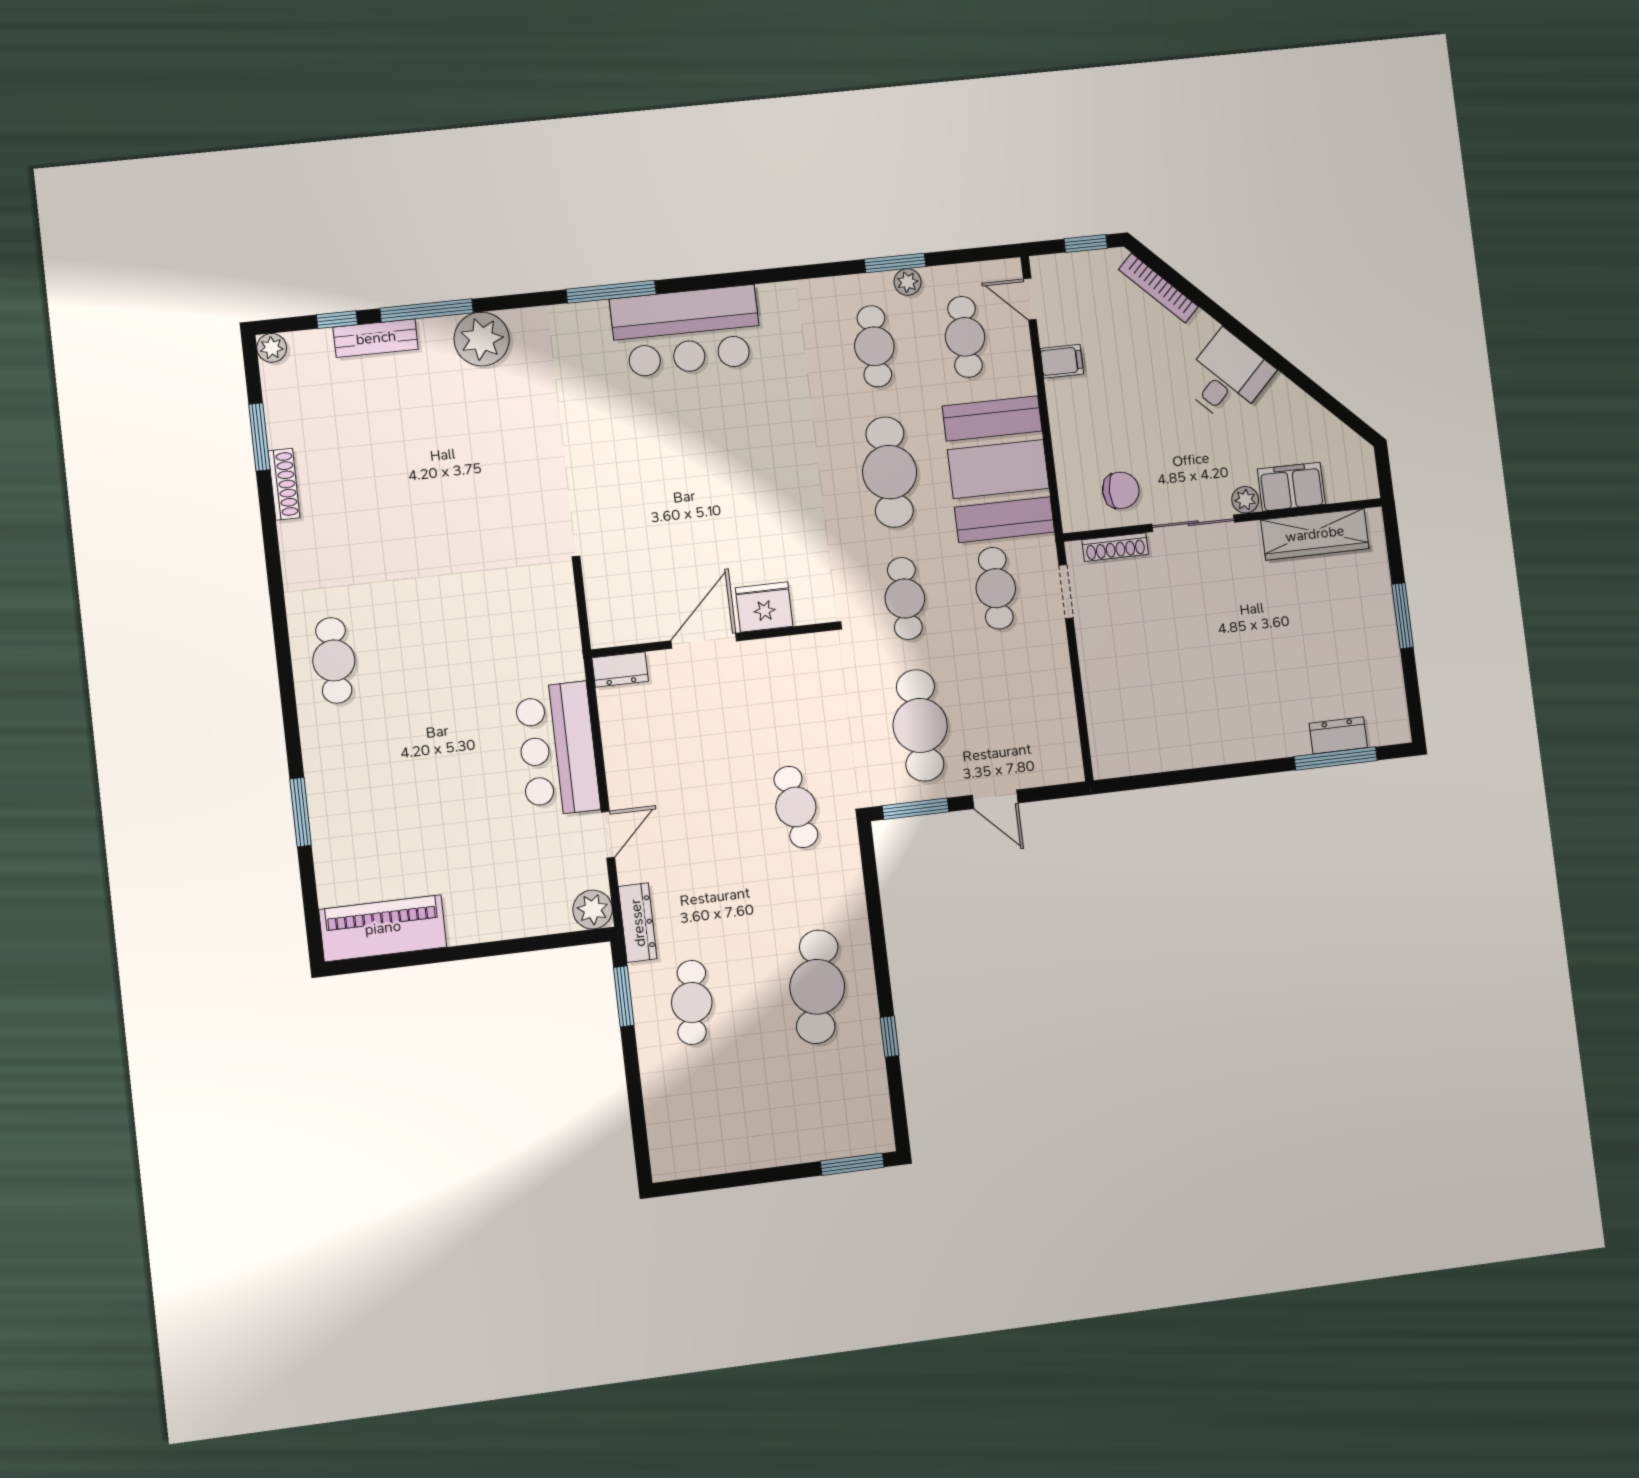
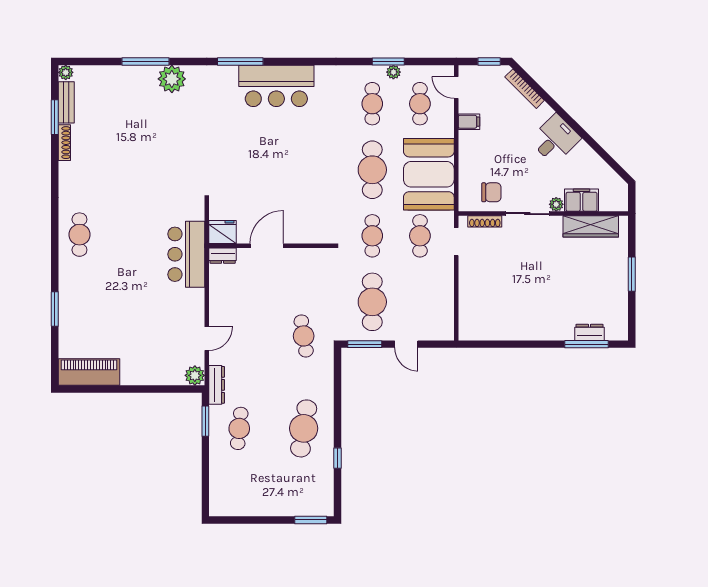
window: (337, 320) -> (100, 61), removed
bench: (376, 338) -> (66, 102), moved, turned 90
fridge: (764, 607) -> (222, 232), moved
bar counter: (557, 749) -> (186, 254), moved

